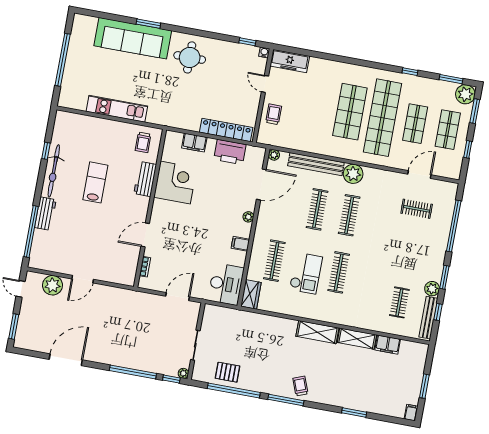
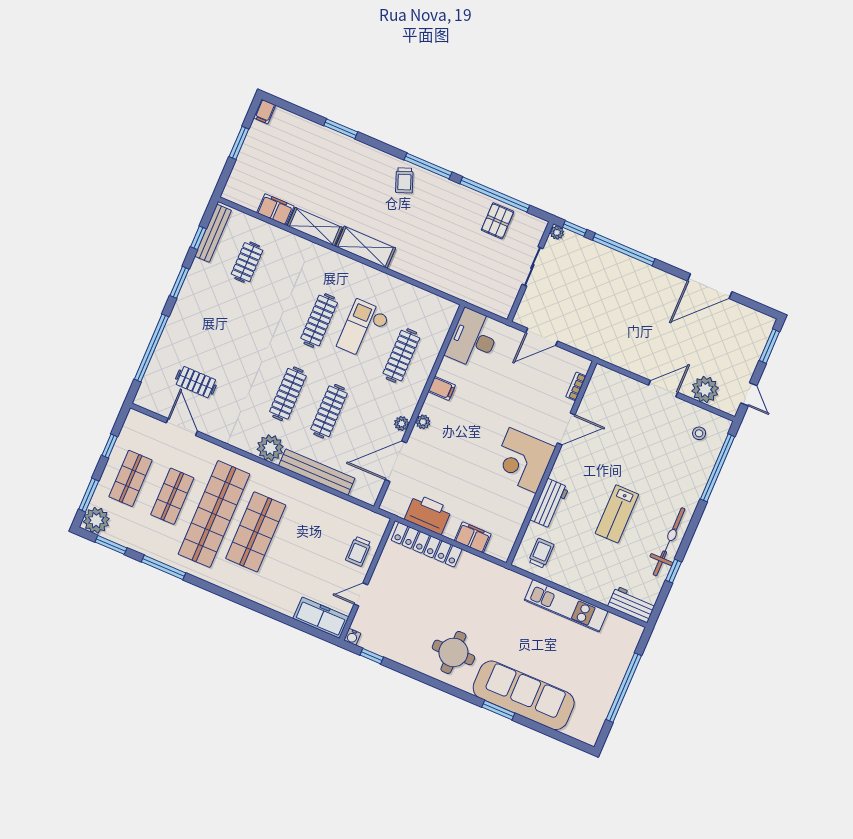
window: (410, 72) -> (163, 567), width x2.17
door: (265, 84) -> (361, 594), swing flipped
plant: (274, 155) -> (402, 424), moved
door: (419, 174) -> (182, 427), swing flipped
corner desk: (175, 183) -> (523, 460), moved
workbench: (45, 214) -> (632, 604), moved, turned 90
stool: (50, 253) -> (699, 433), added
plant: (432, 289) -> (199, 271), removed
wardrobe: (251, 294) -> (443, 318), removed
pallet: (228, 372) -> (498, 221), turned 90

